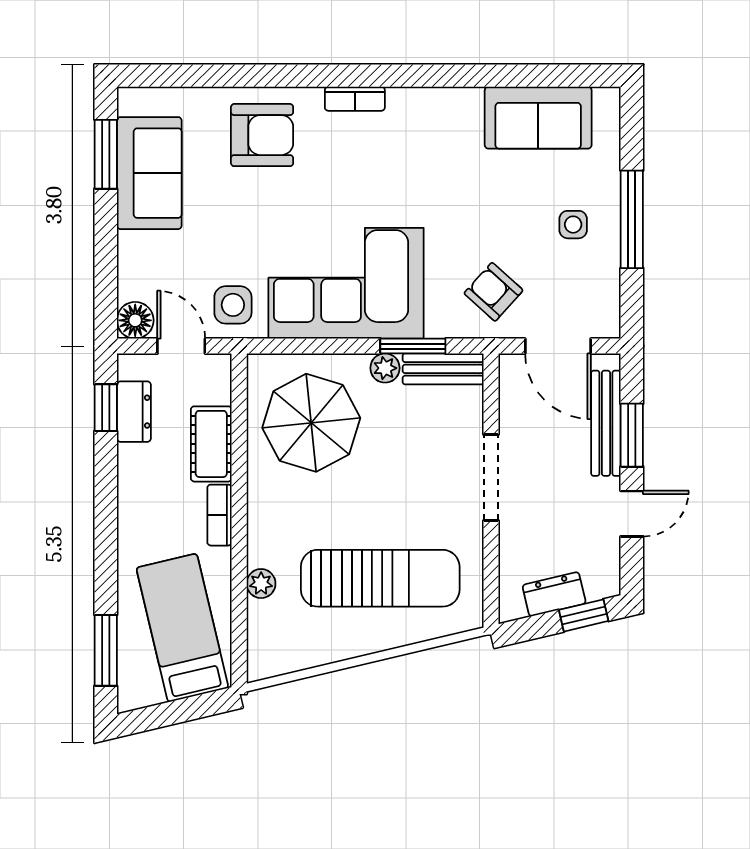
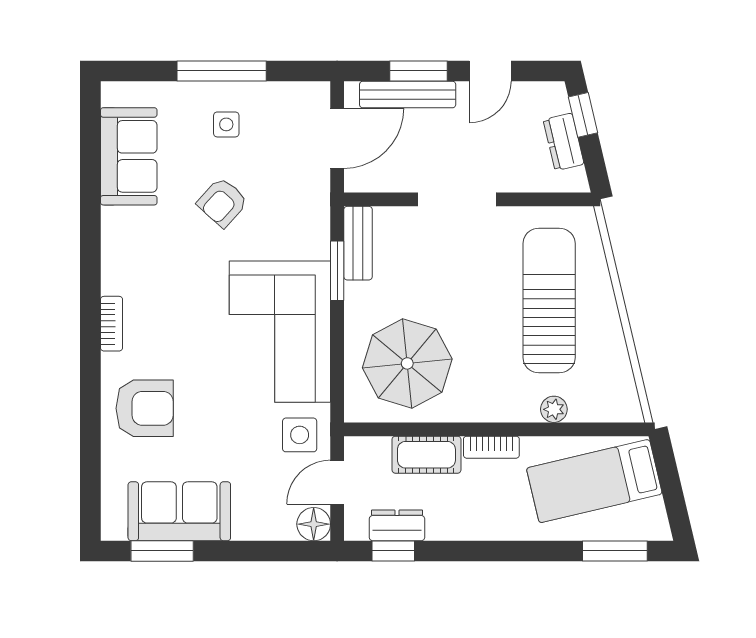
armchair: (262, 135) -> (145, 408), turned 90
armchair: (494, 292) -> (222, 202), moved
plant: (385, 368) -> (357, 296), removed
door: (632, 514) -> (490, 71), swing flipped

